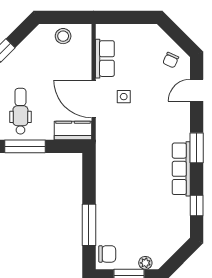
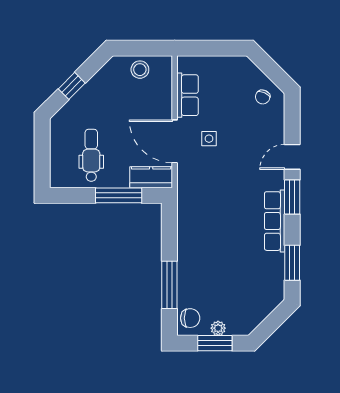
door: (197, 90) -> (292, 157), moved
window: (25, 146) -> (119, 195), moved
window: (197, 206) -> (292, 263), width x1.50
plant: (145, 263) -> (218, 328), moved

